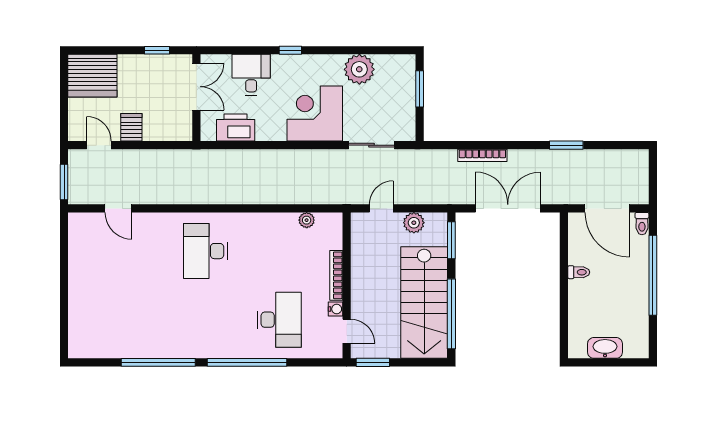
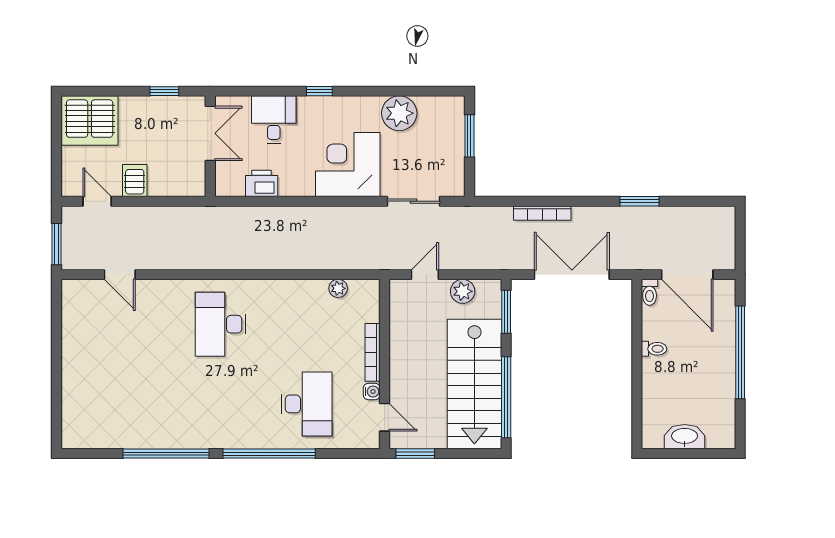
printer: (236, 127) -> (262, 183), width x0.73, depth x0.84
toilet: (642, 224) -> (650, 292), moved

